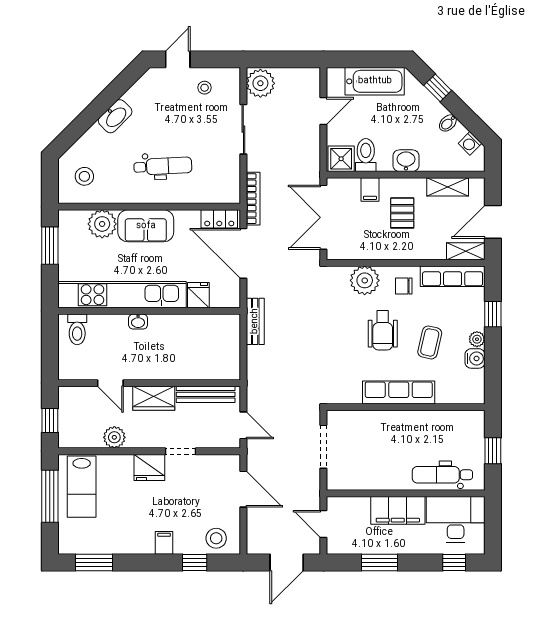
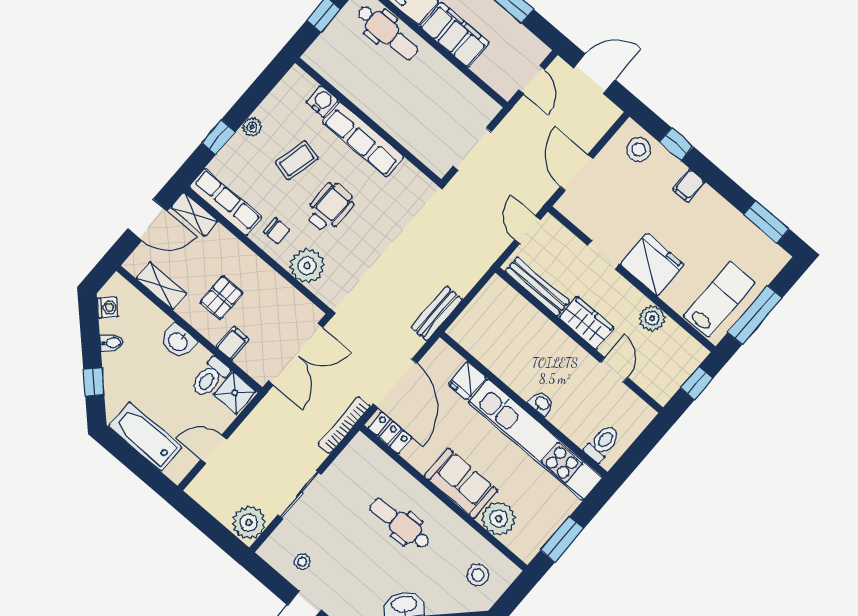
water cooler: (475, 358) -> (322, 101), moved, turned 90
fridge: (149, 467) -> (652, 265), width x1.36, depth x1.34

